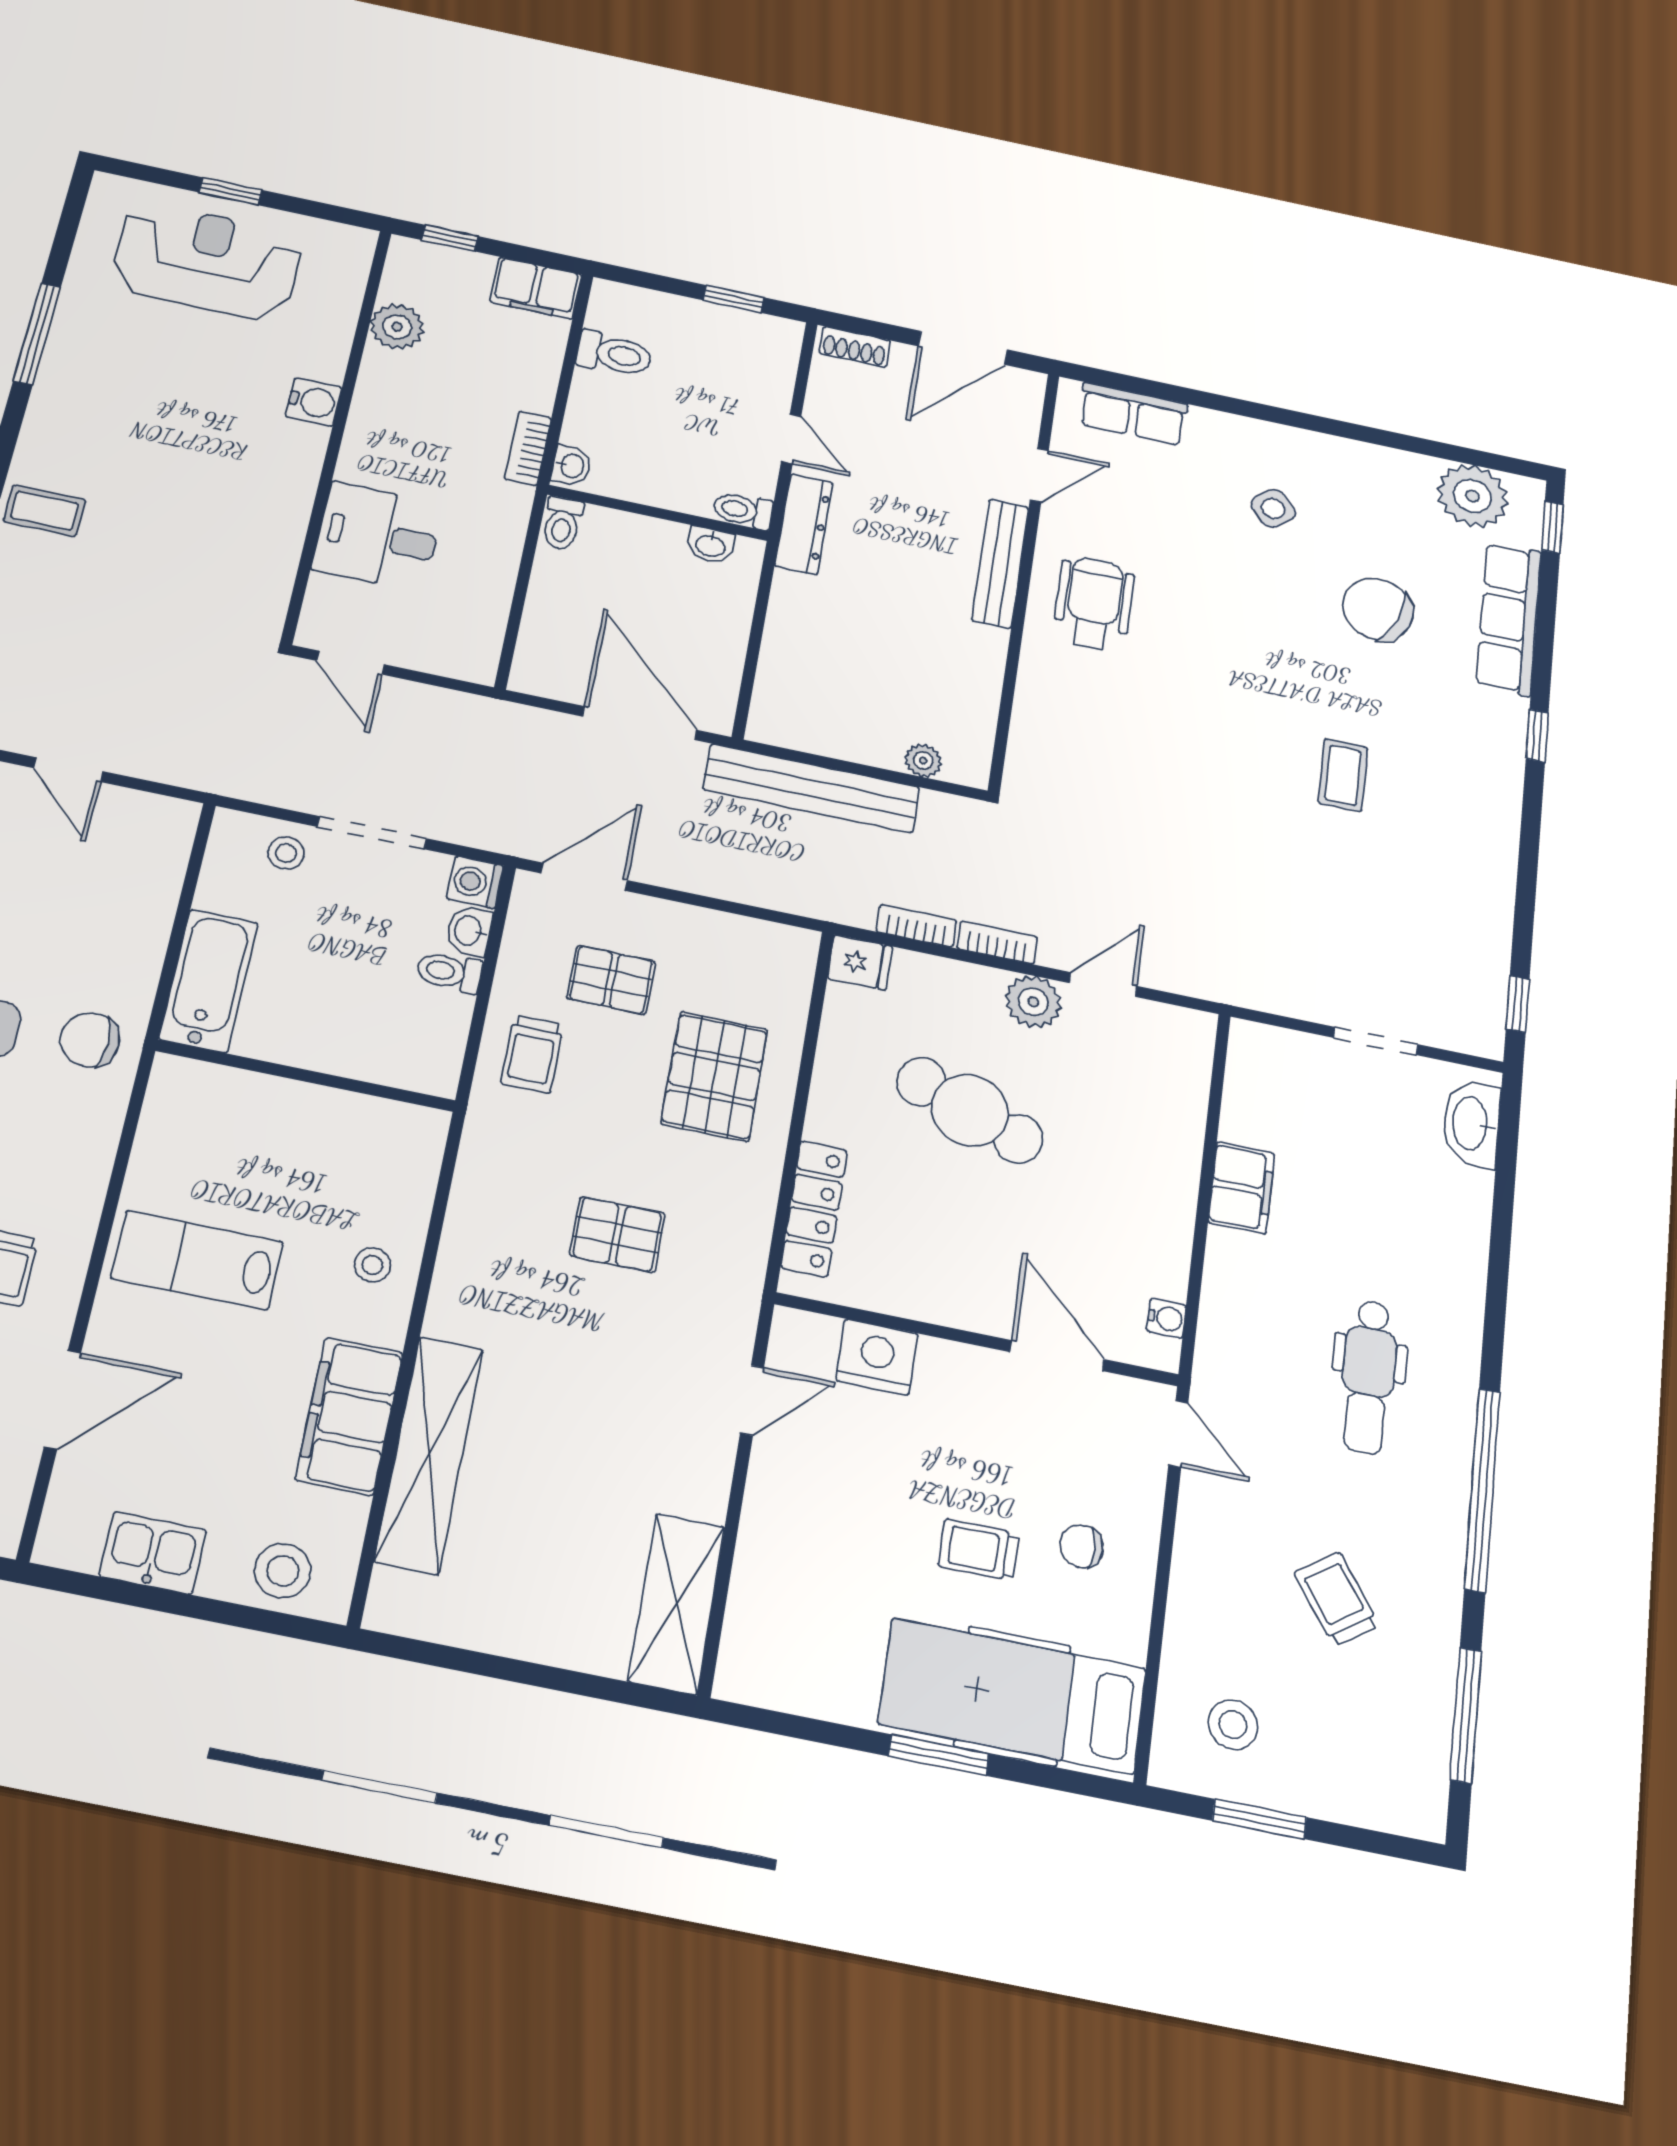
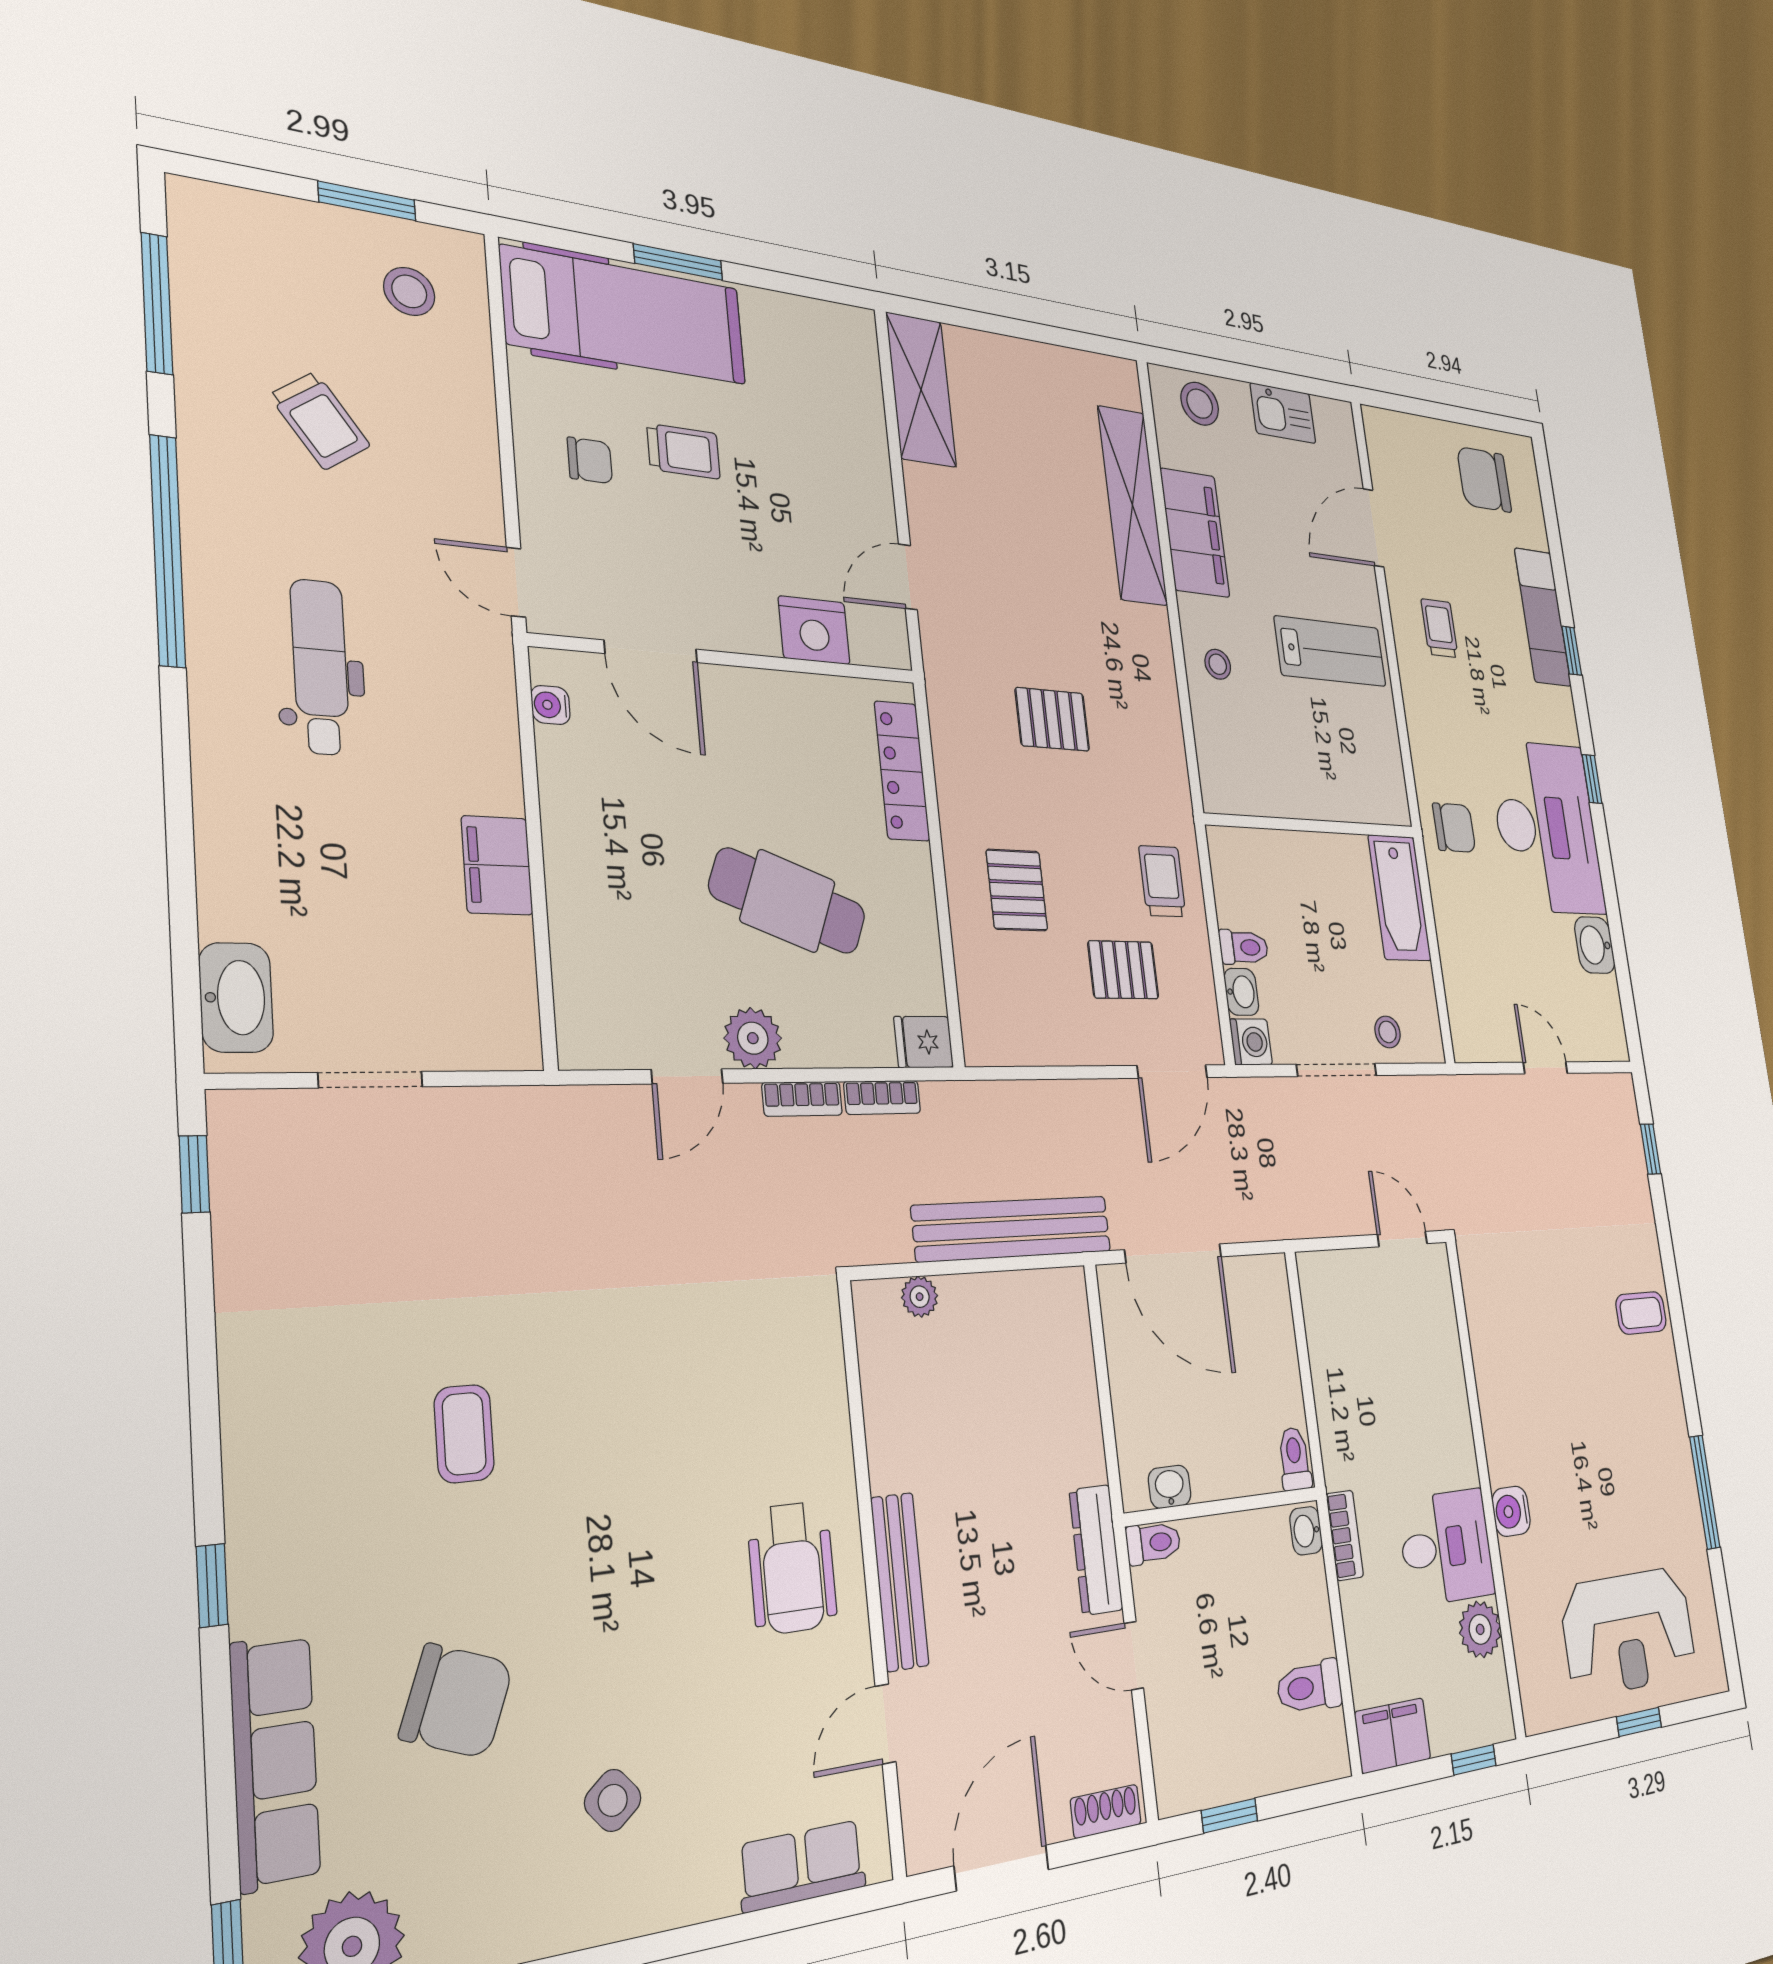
desk: (378, 537) -> (1446, 1547), moved
pallet: (714, 1076) -> (1017, 890), width x0.67, depth x0.71

